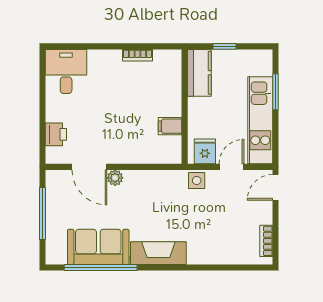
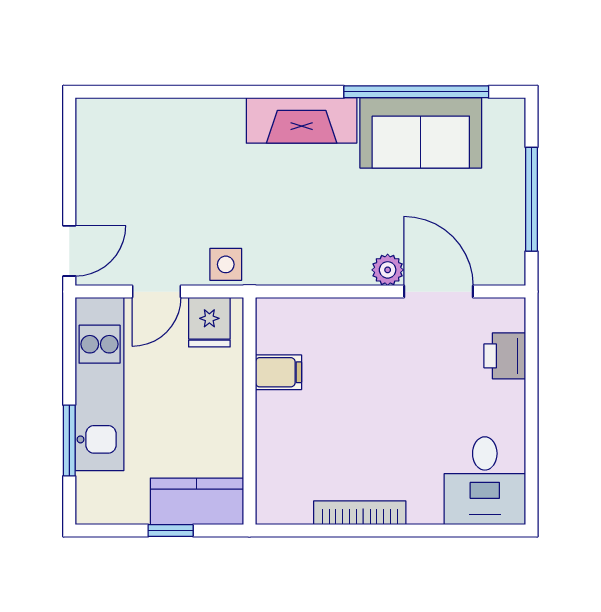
bookcase: (137, 55) -> (360, 513), width x1.56
kitchen counter: (199, 73) -> (197, 501), moved, turned 90
bookcase: (266, 241) -> (88, 145), removed

